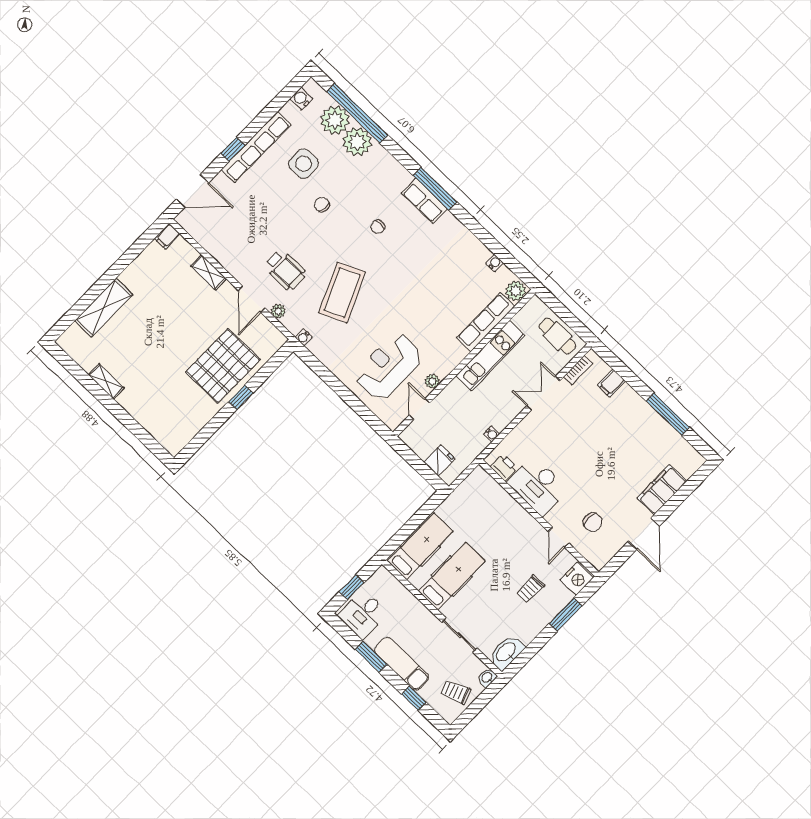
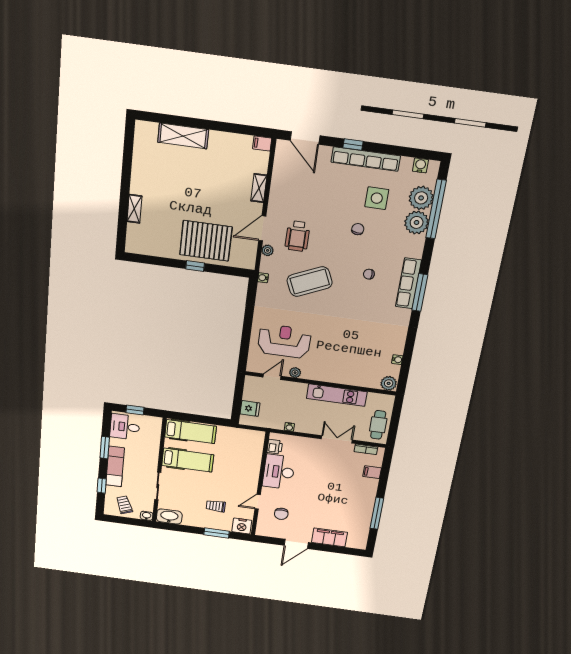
row of seats: (424, 201) -> (408, 283), width x1.48
row of seats: (486, 322) -> (356, 379), removed
shelving: (106, 381) -> (134, 209), moved

